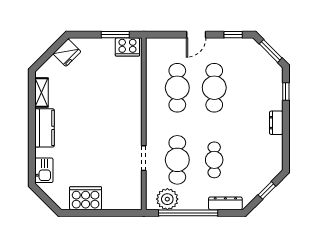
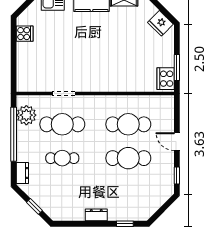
window: (271, 51) -> (162, 210), removed
cooker: (86, 198) -> (25, 34), width x0.53, depth x0.76
dresser: (225, 203) -> (22, 173), width x0.70

